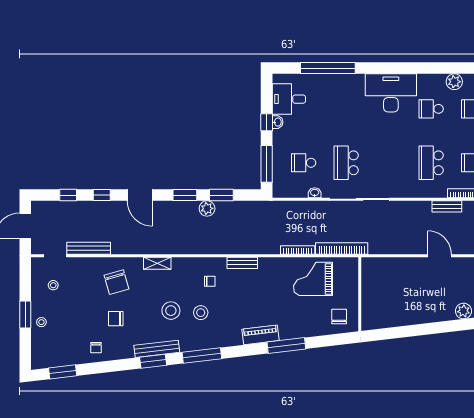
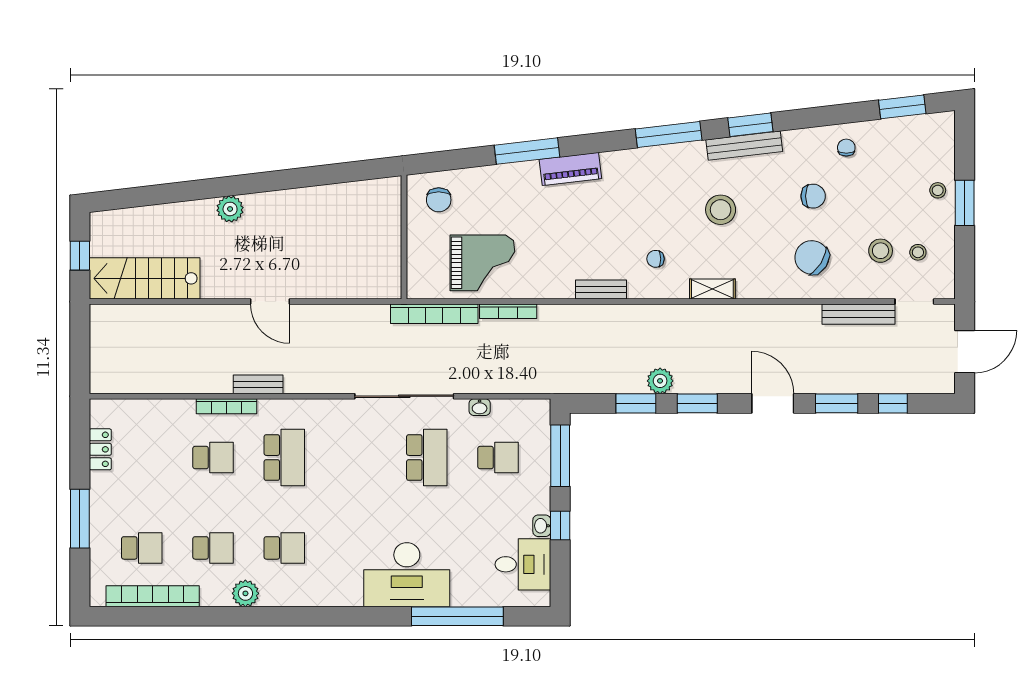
desk: (391, 93) -> (407, 575), moved
window: (102, 195) -> (837, 403), width x1.50
shelving: (157, 263) -> (712, 289), moved
chair: (116, 282) -> (812, 257), turned -42
stool: (201, 313) -> (881, 251), moved

